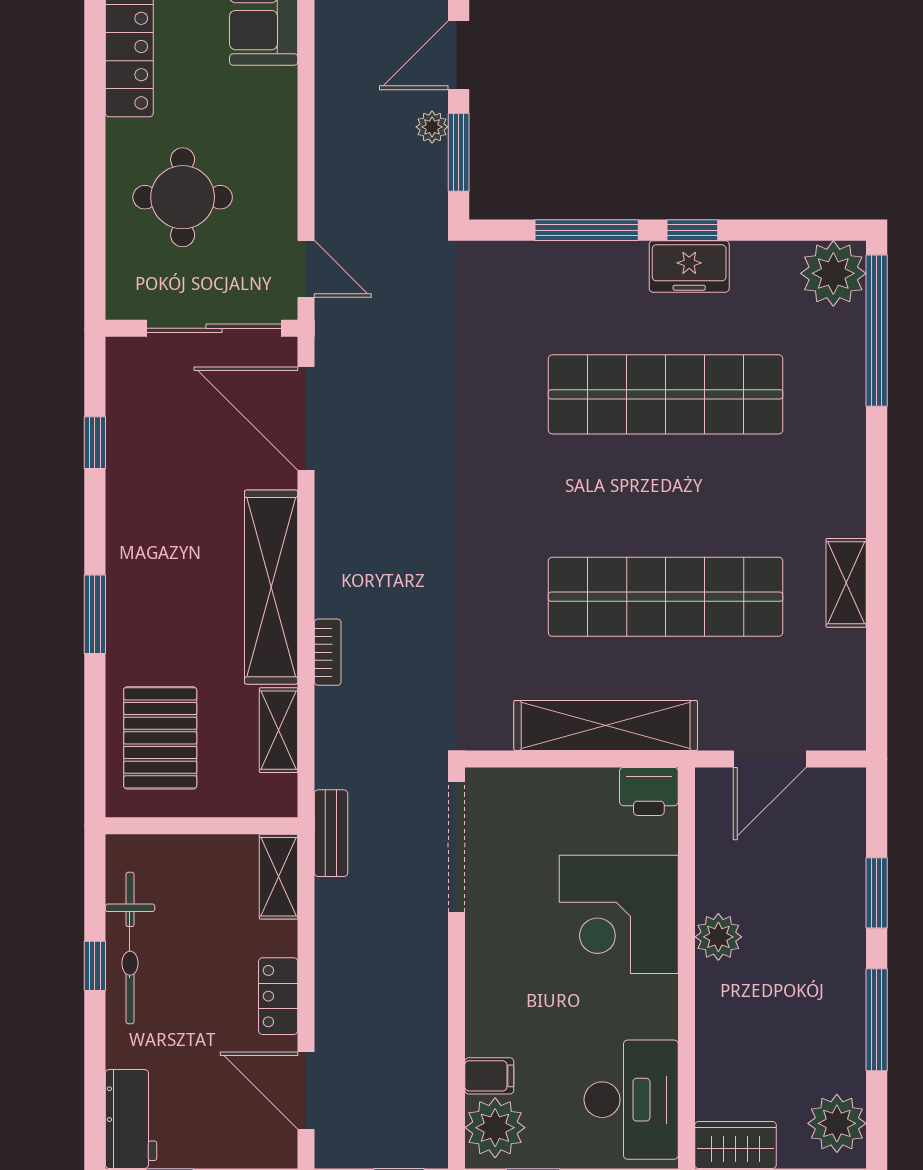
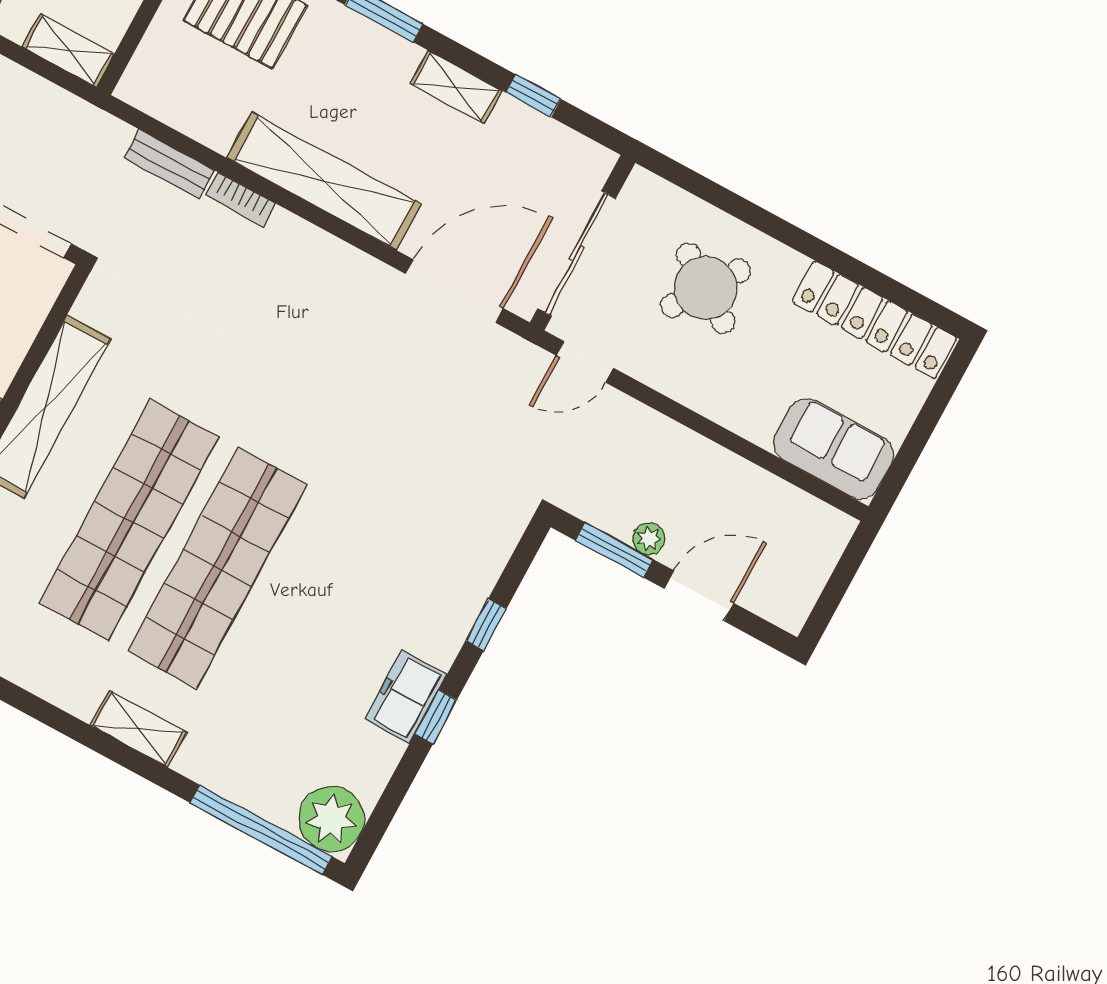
door: (459, 55) -> (699, 596), hinge flipped
round table: (183, 197) -> (706, 288), turned 34
window: (587, 230) -> (486, 625), width x0.46
shop shelf: (666, 394) -> (217, 568), moved
shelving: (846, 583) -> (138, 729), moved
shelving: (279, 730) -> (456, 87), moved
bench: (331, 833) -> (169, 164), moved

